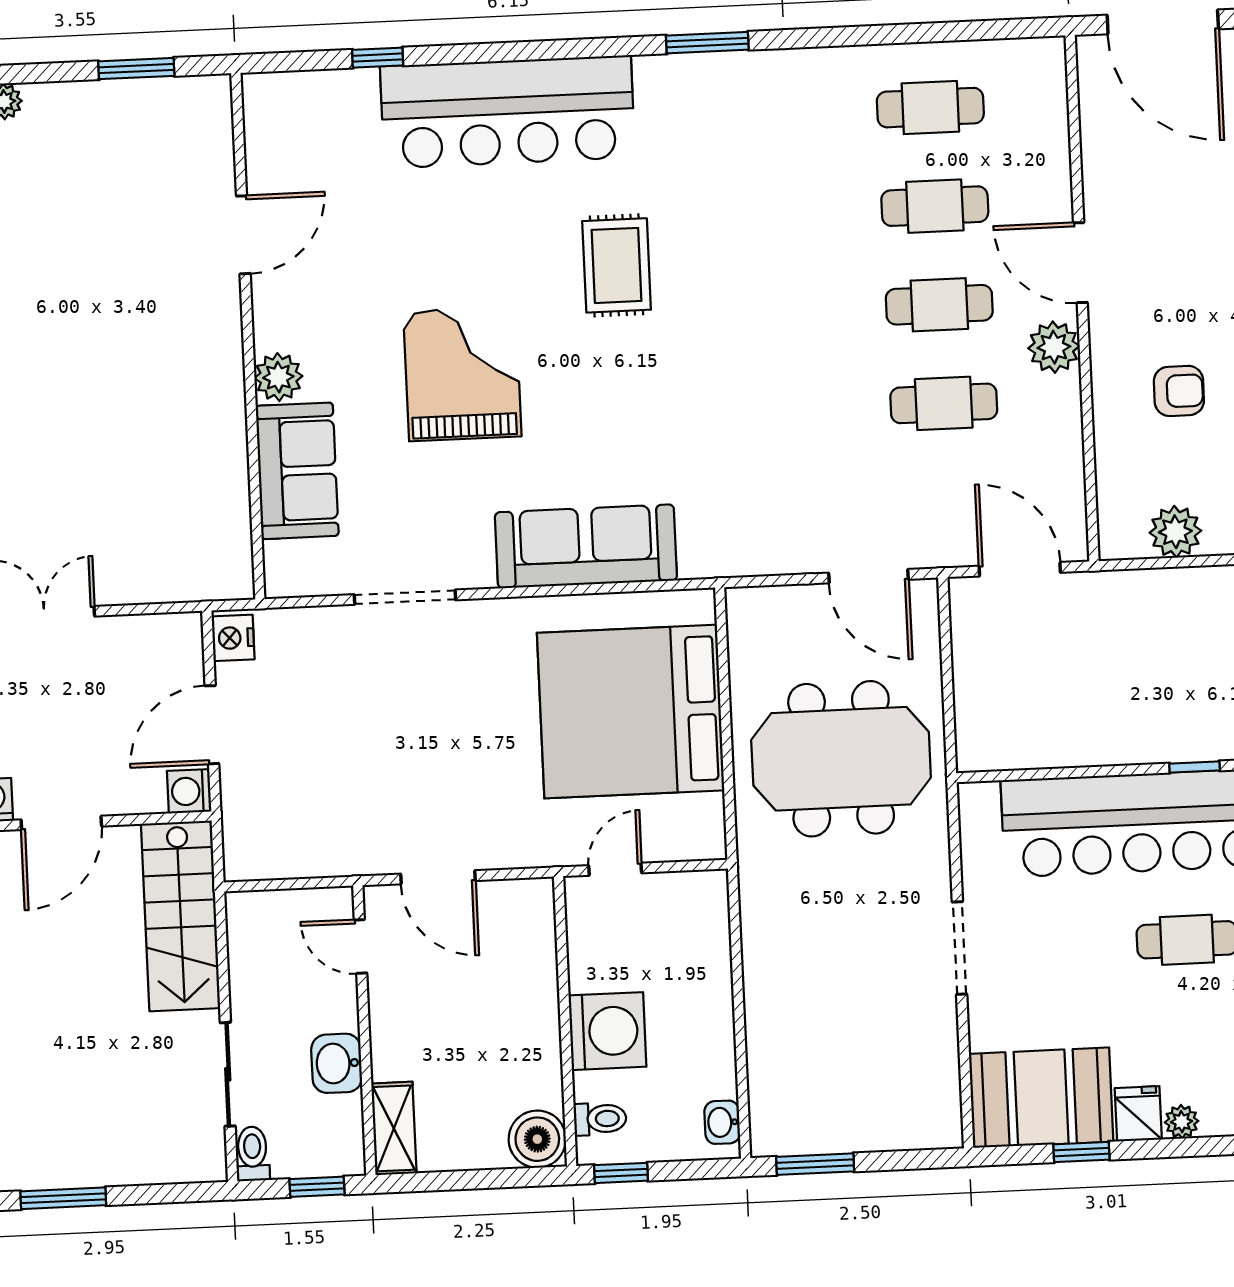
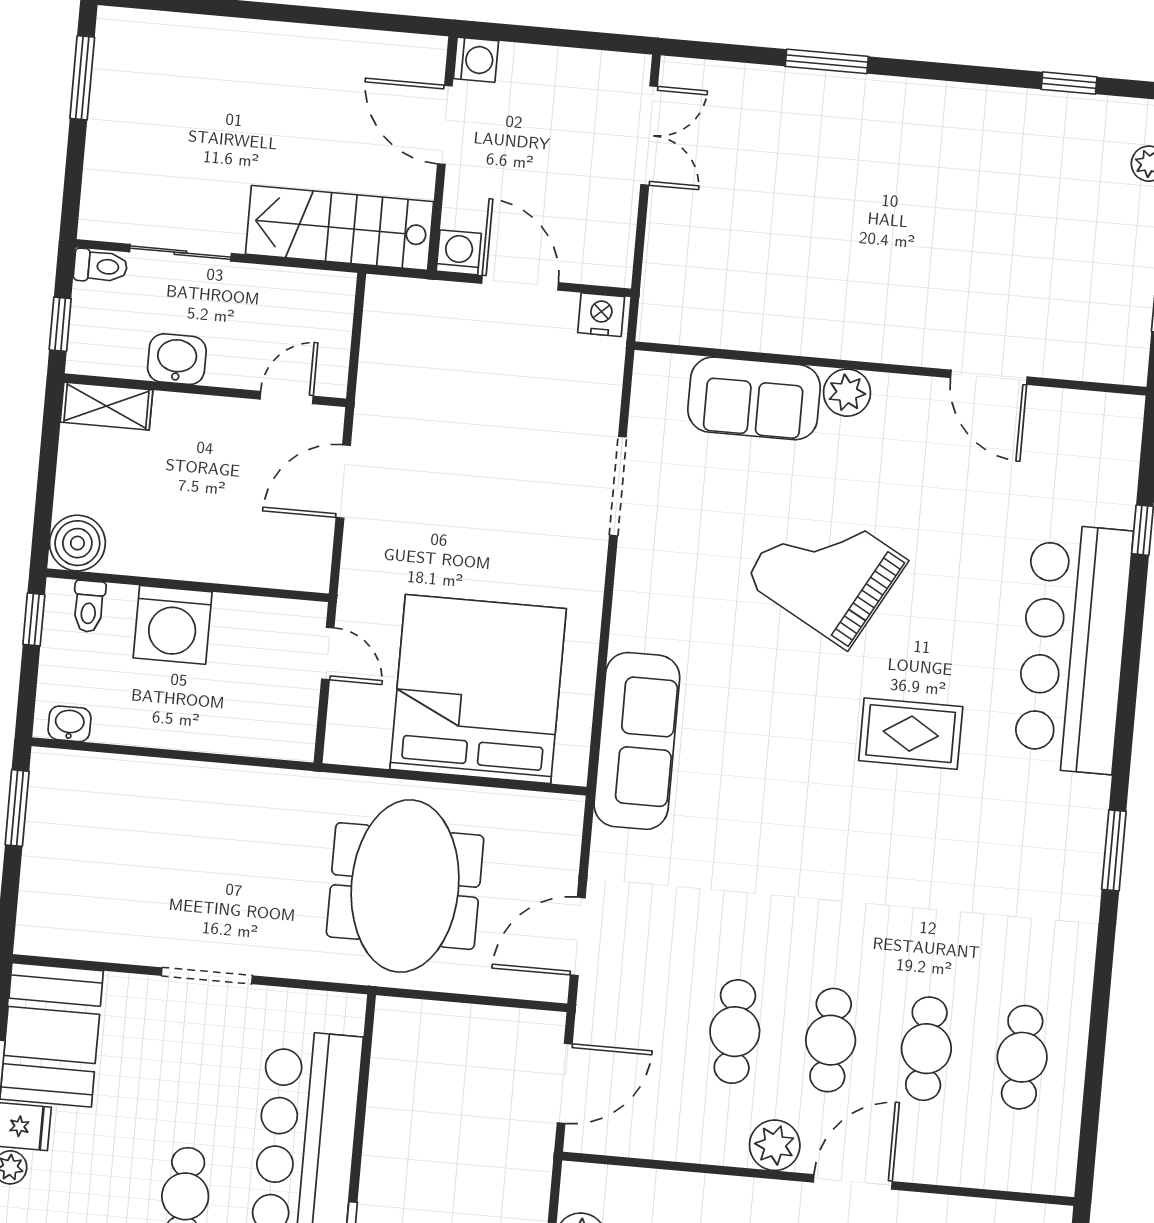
grand piano: (462, 374) -> (826, 571), turned -151
sofa: (586, 546) -> (637, 741), moved

